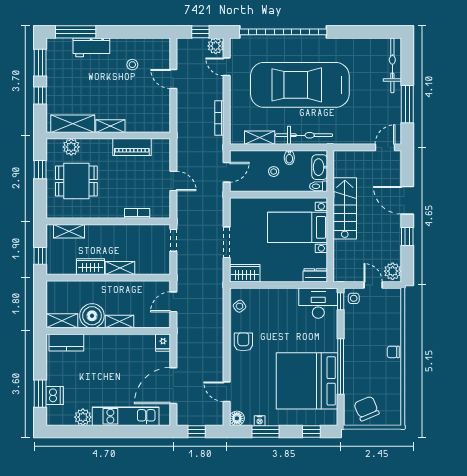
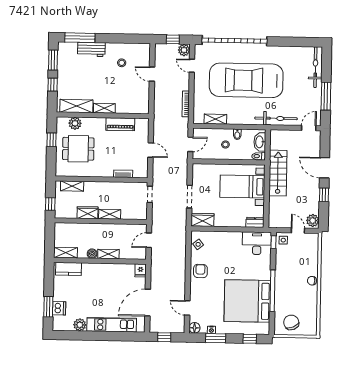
bicycle: (304, 135) -> (276, 118), moved
boiler: (92, 316) -> (92, 254), width x0.54, depth x0.54

